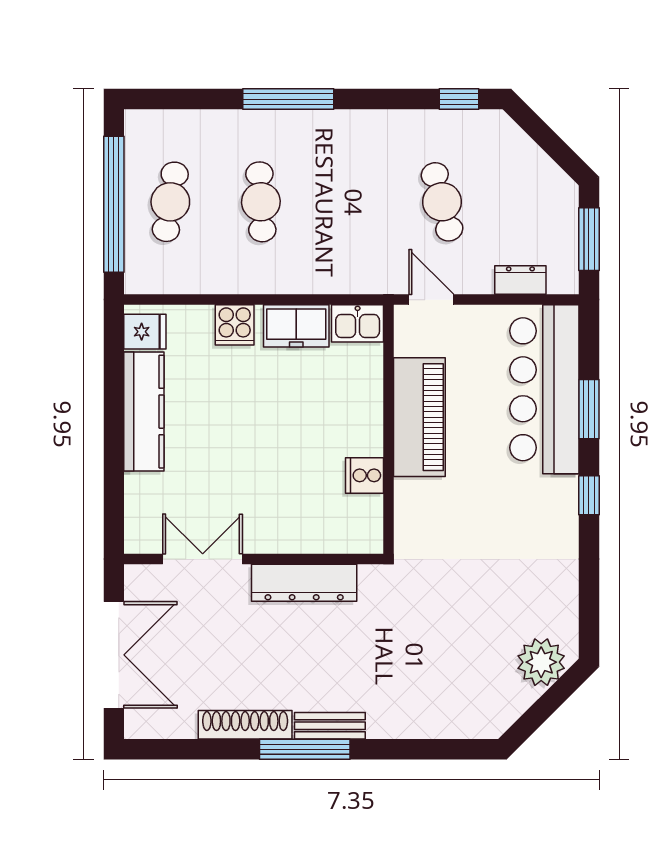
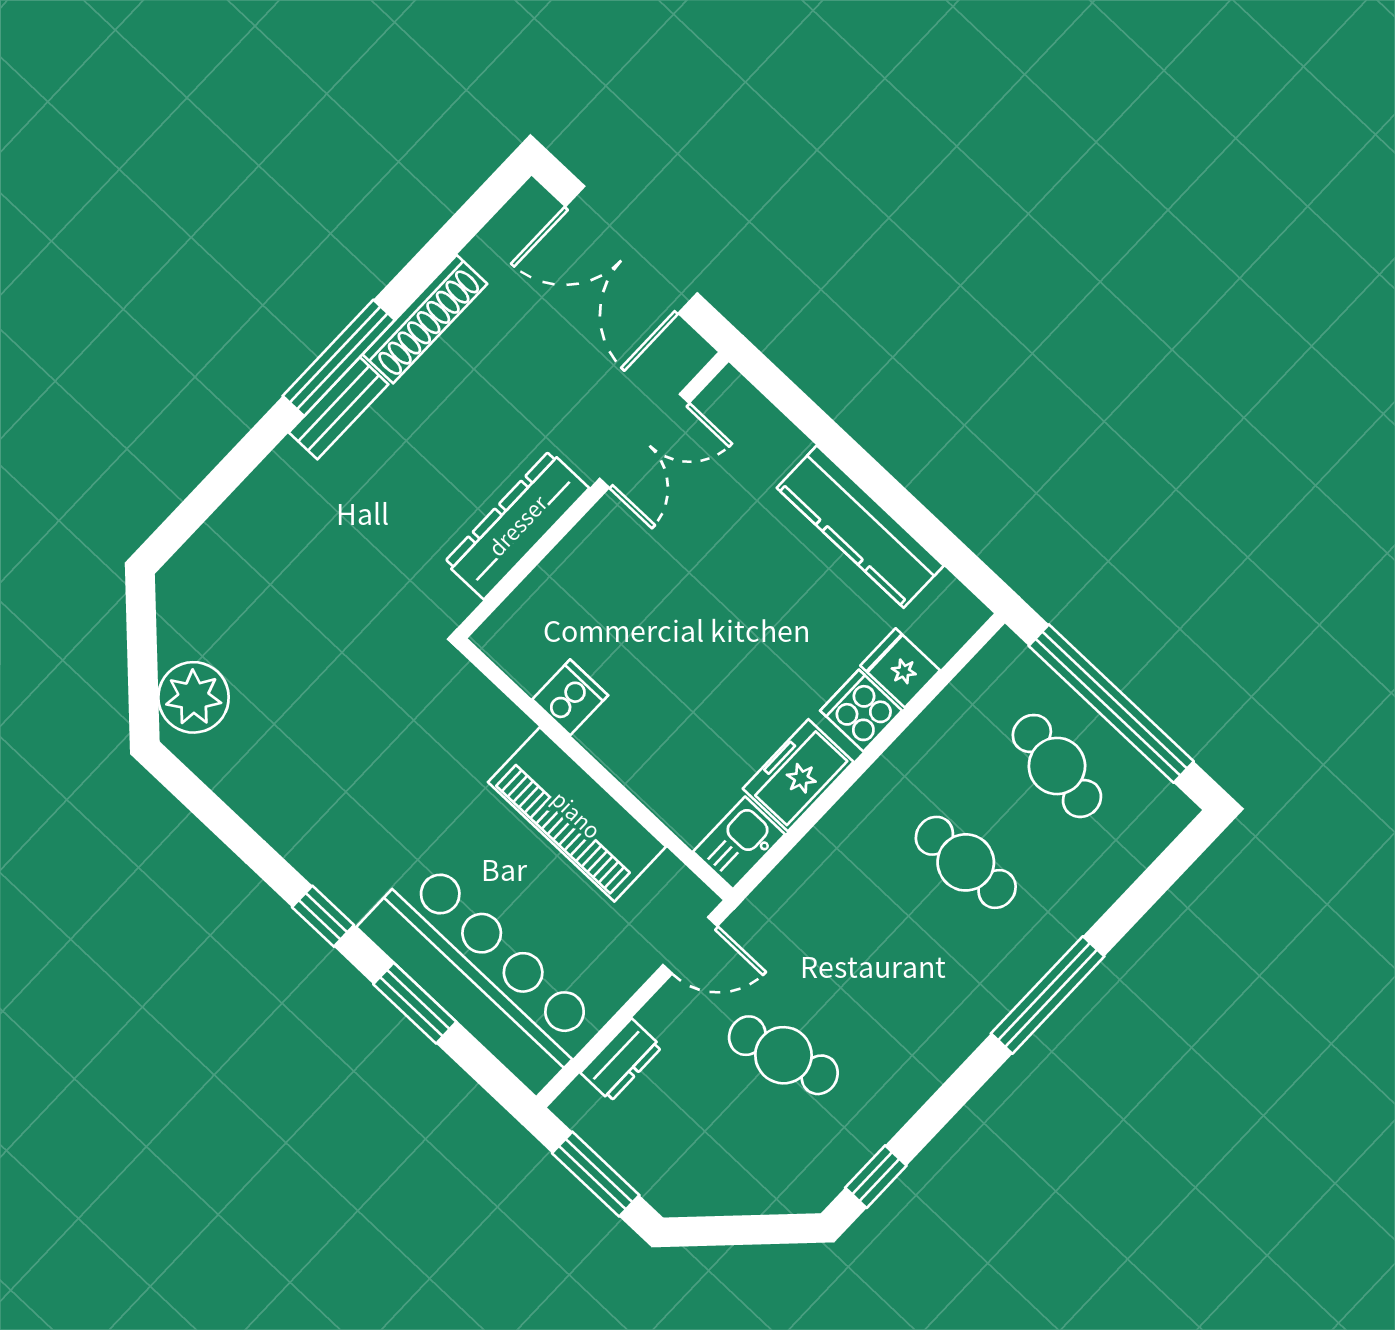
fridge: (145, 332) -> (900, 668), moved, turned 90

